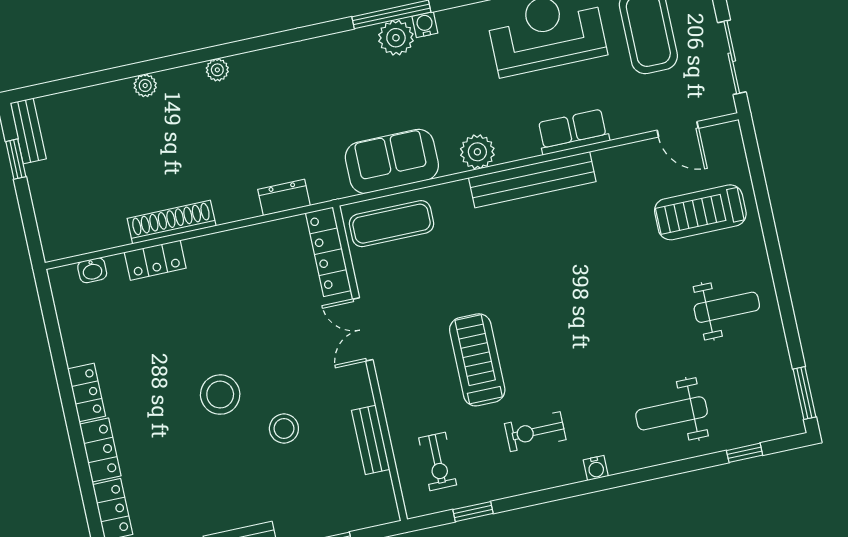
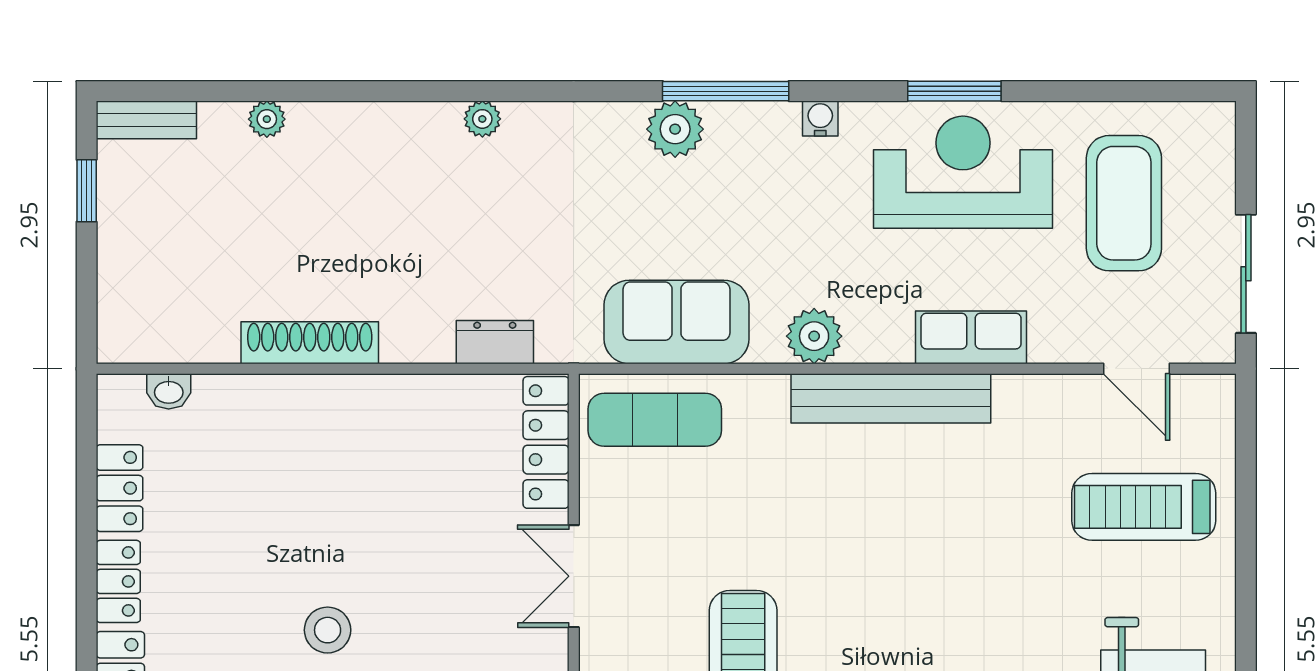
water cooler: (425, 25) -> (820, 118), moved
plant: (396, 38) -> (675, 129), moved
plant: (217, 70) -> (482, 119), moved
plant: (145, 86) -> (267, 119), moved
bench: (28, 131) -> (146, 120), moved, turned 90
locker: (155, 260) -> (119, 488), moved, turned -90
stool: (220, 395) -> (328, 630), width x0.73, depth x0.73

